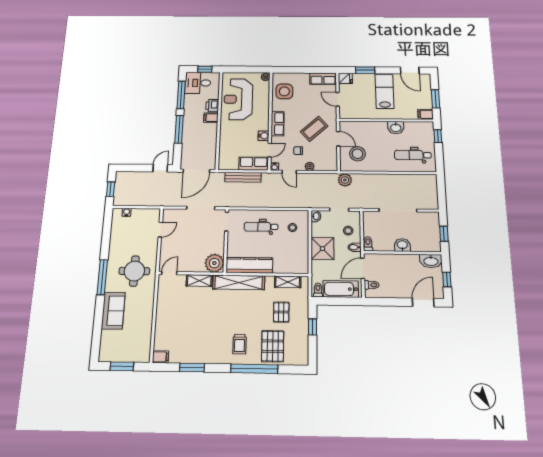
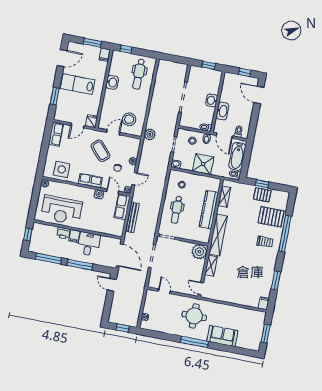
fridge: (345, 78) -> (92, 121), moved
desk: (198, 83) -> (89, 244), moved, turned 180
washbasin: (431, 261) -> (222, 111), moved
kitchen counter: (249, 265) -> (209, 210), moved
pallet: (281, 312) -> (262, 195), moved

